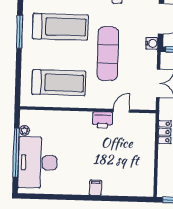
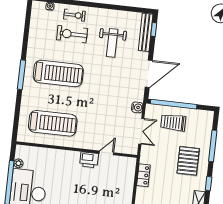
water cooler: (152, 43) -> (137, 107), moved
exercise mat: (108, 54) -> (99, 101), removed

